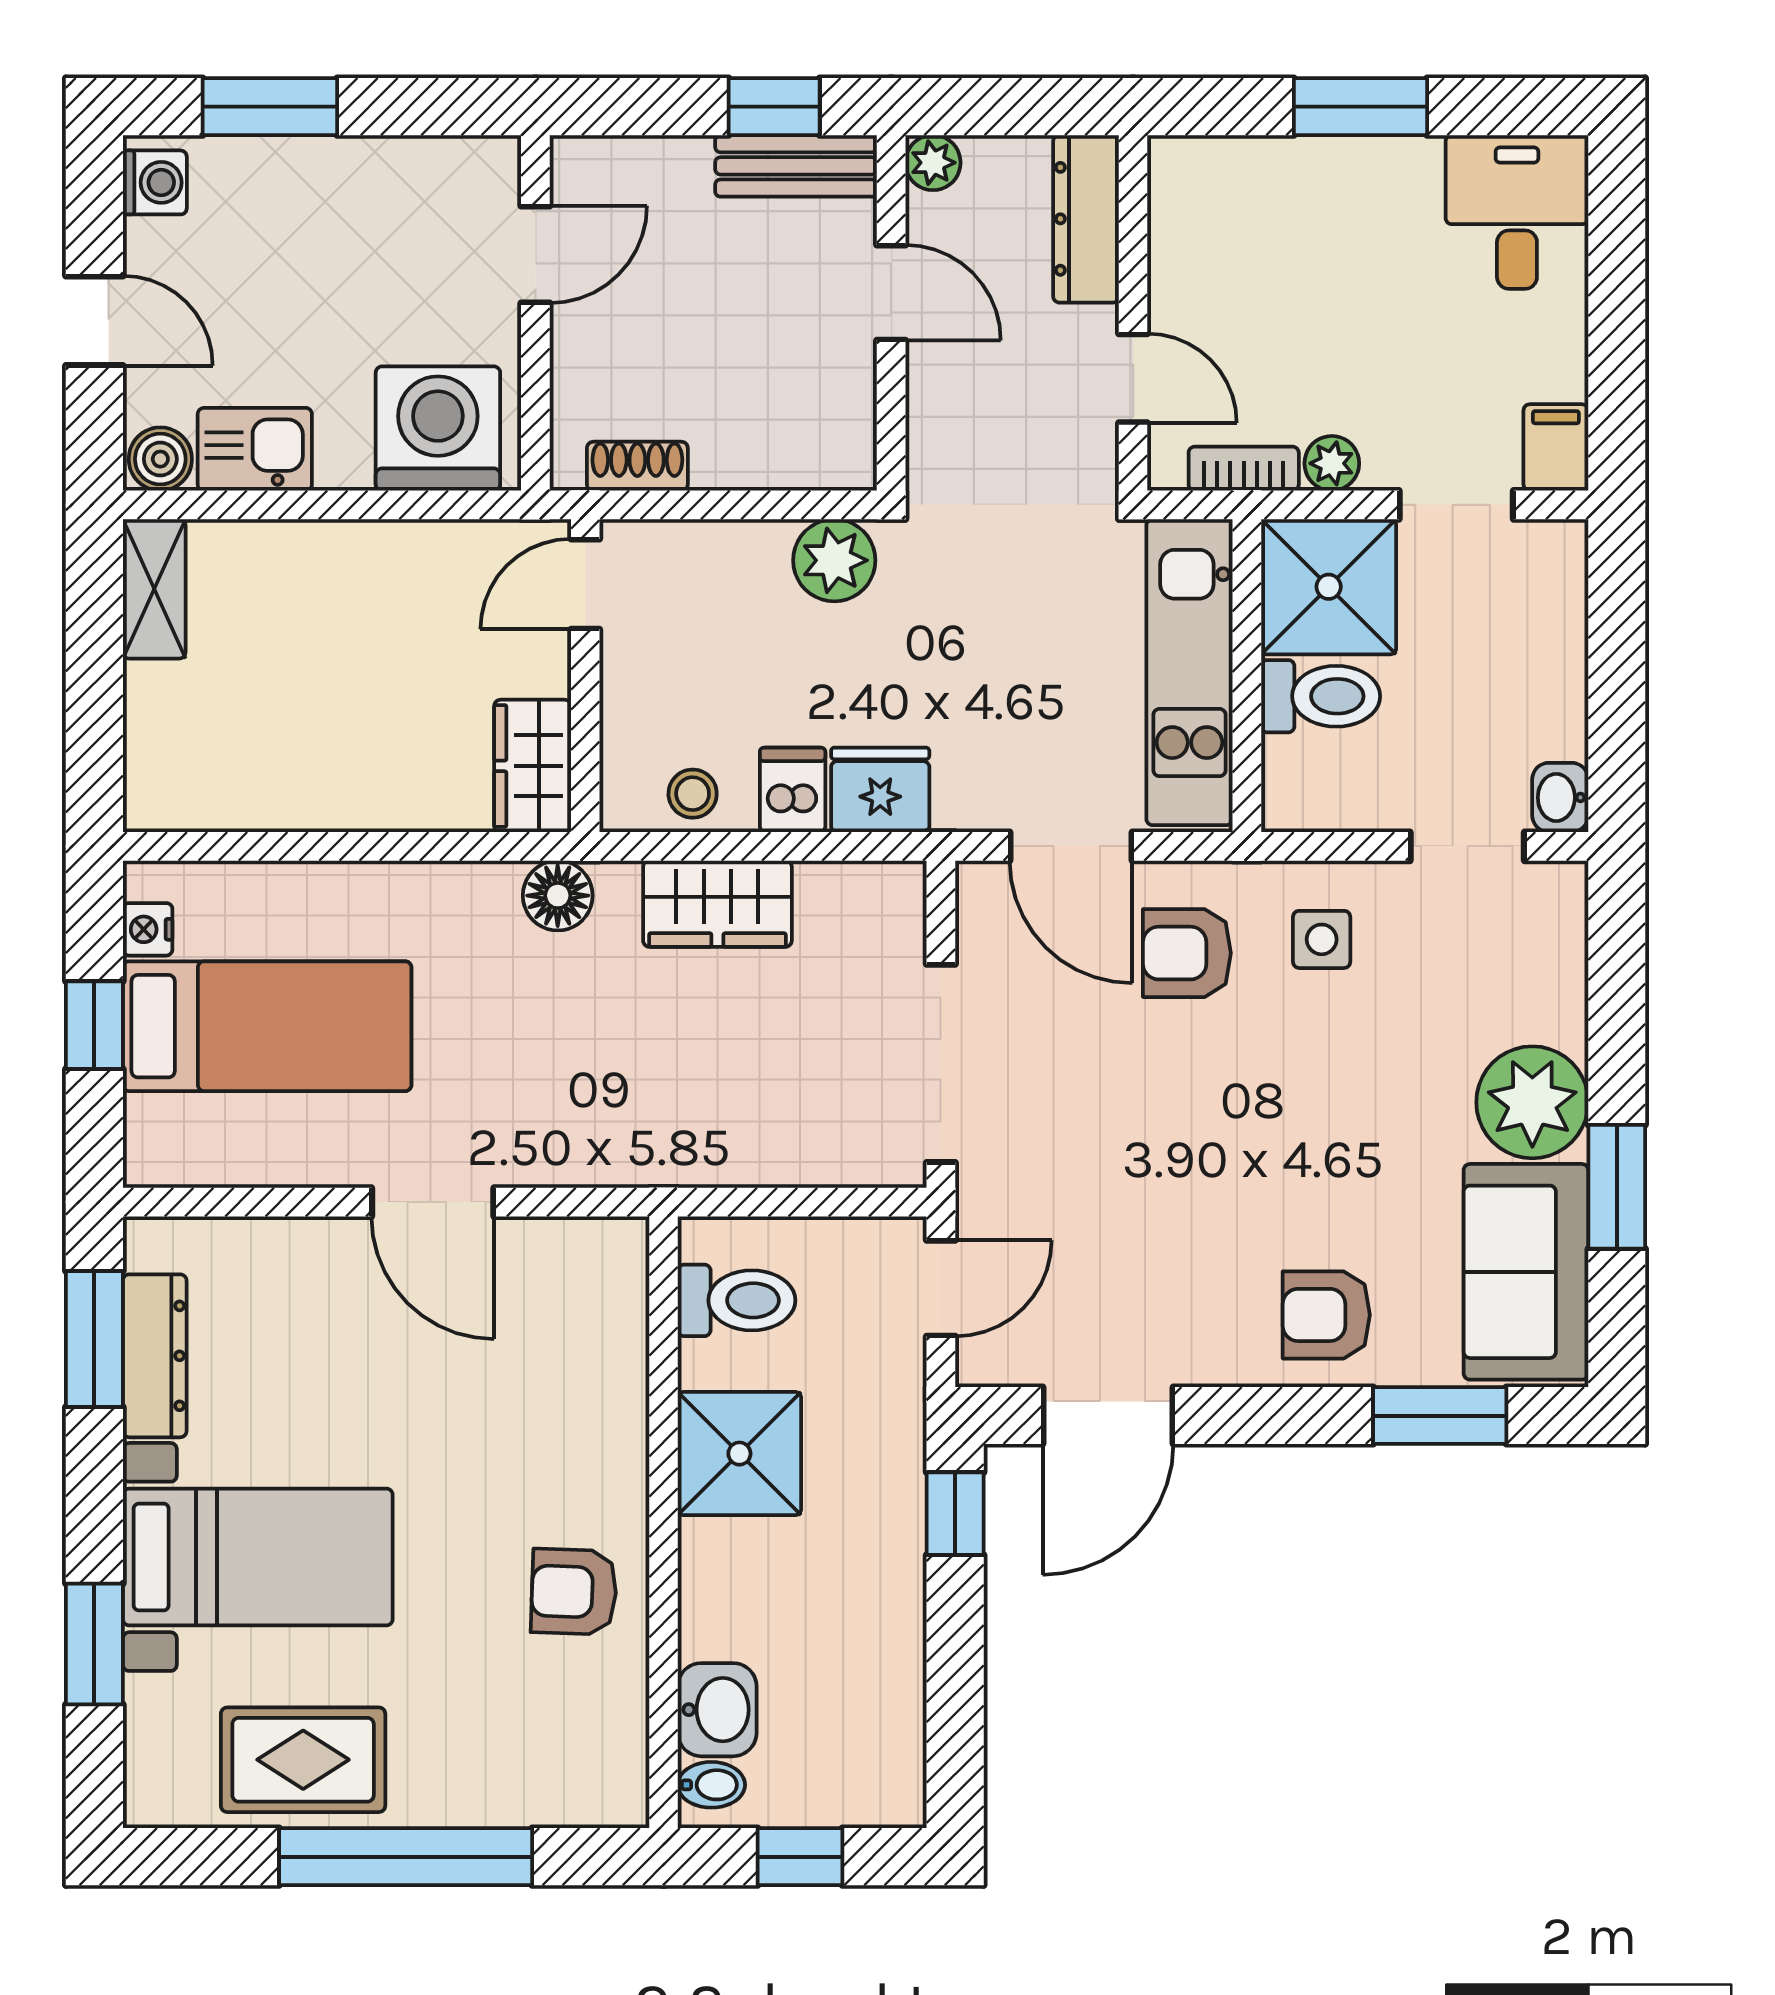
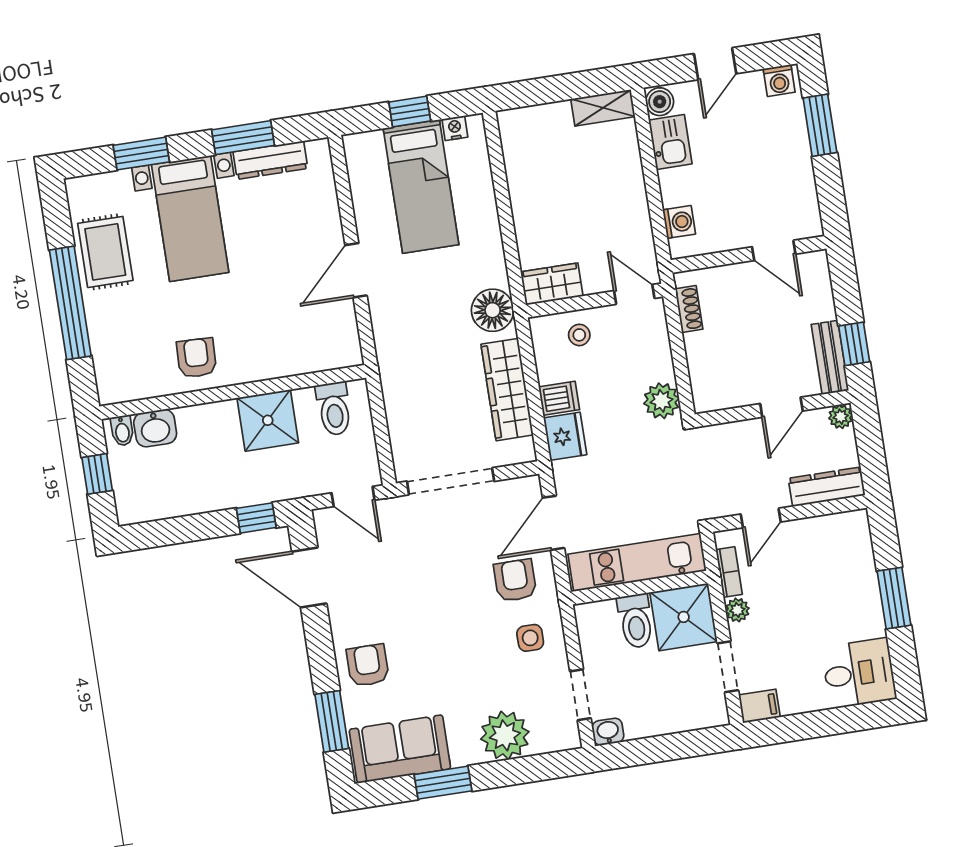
washing machine: (438, 429) -> (679, 222), width x0.53, depth x0.53
stool: (693, 794) -> (579, 335), moved
floor lamp: (558, 896) -> (493, 310), width x1.38, depth x1.38
wardrobe: (717, 904) -> (507, 390), width x1.50
plant: (1532, 1102) -> (505, 735), moved
window: (94, 1339) -> (243, 138), moved

